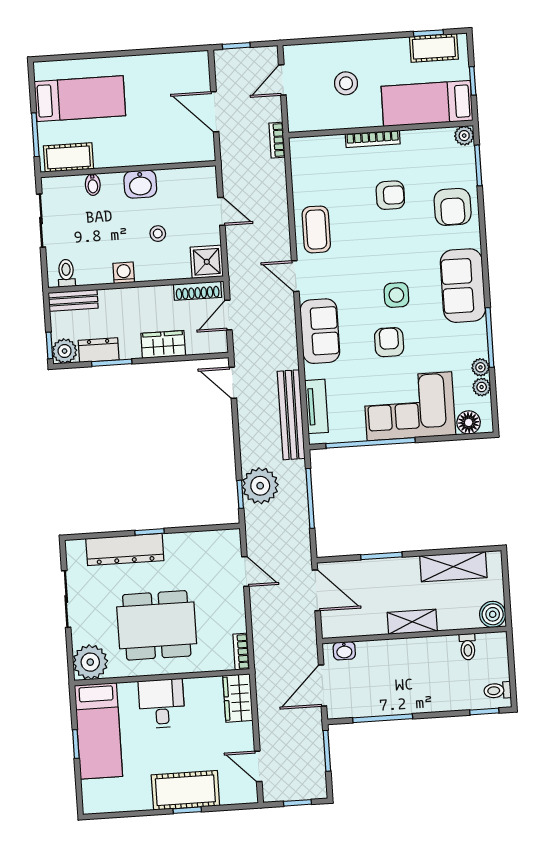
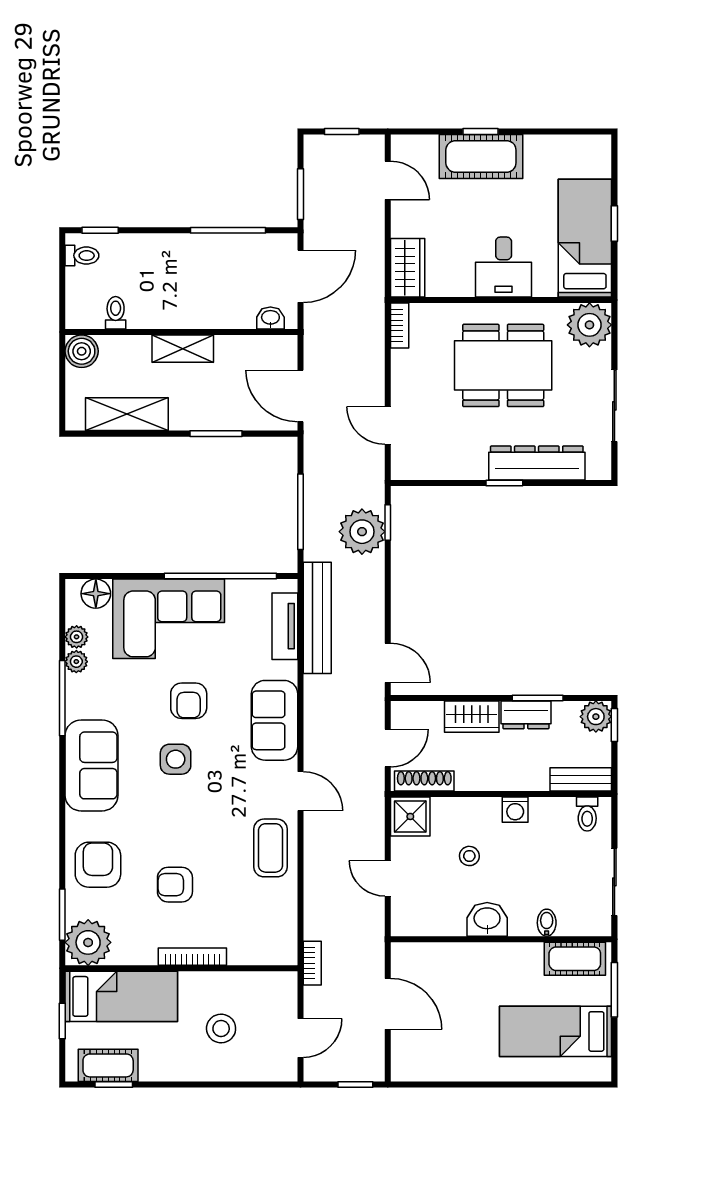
plant: (464, 136) -> (88, 942), width x1.88, depth x1.88
dresser: (99, 350) -> (526, 715), moved

